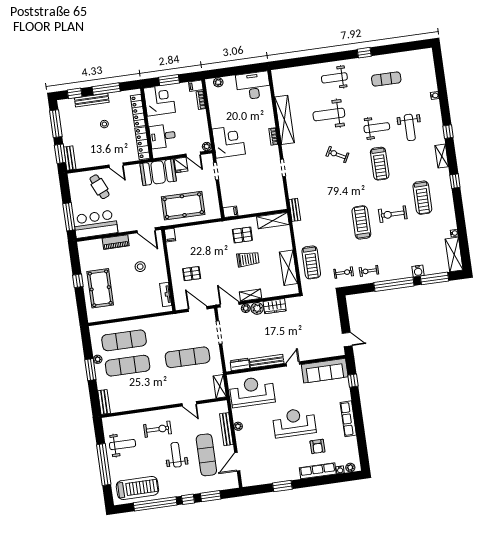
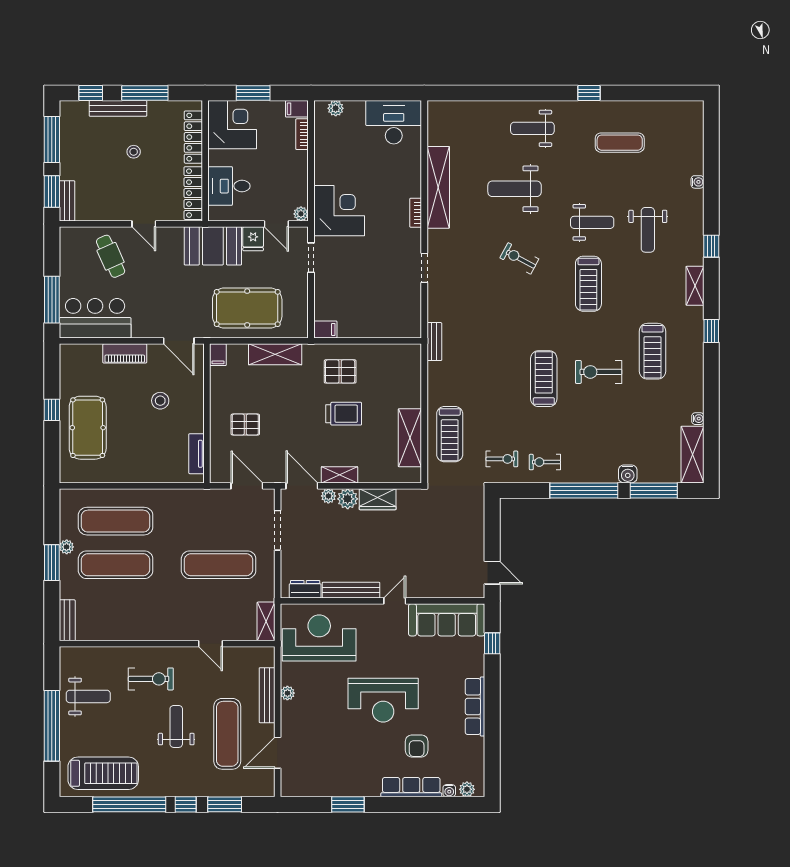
shelving: (273, 221) -> (275, 354), moved
reception desk: (294, 423) -> (383, 700), turned 180

